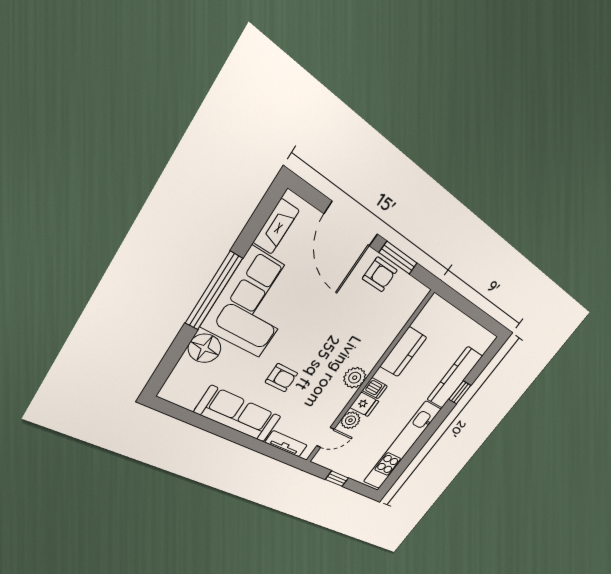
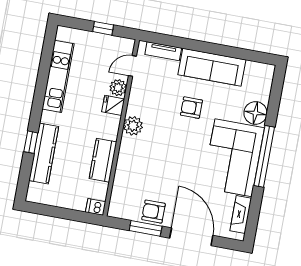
dishwasher: (375, 388) -> (96, 207), moved
kitchen unit: (402, 446) -> (58, 76), width x0.73

